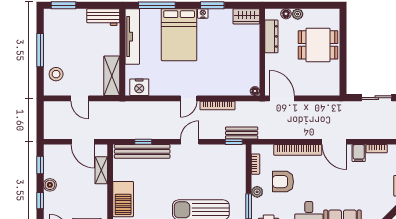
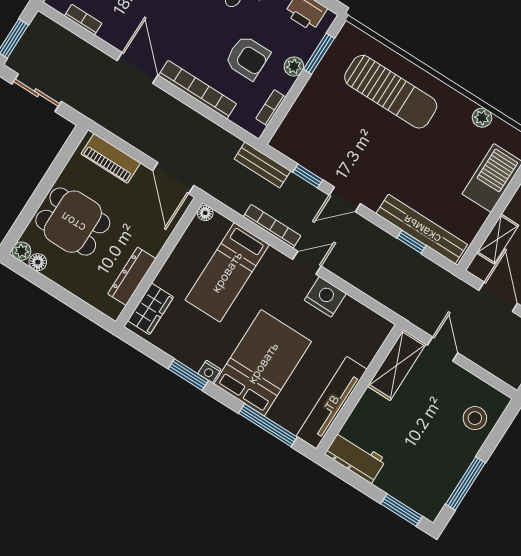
floor lamp: (286, 14) -> (38, 262), moved
plant: (298, 14) -> (21, 251), moved
wardrobe: (246, 16) -> (151, 309), moved, turned 90
window: (40, 50) -> (465, 483), moved
bed: (225, 68) -> (227, 272), added
nightstand: (139, 87) -> (325, 297), moved
piano: (319, 88) -> (111, 158), added
door: (80, 98) -> (443, 349), moved
window: (234, 142) -> (308, 176), moved
filing cabinet: (359, 153) -> (113, 30), removed

